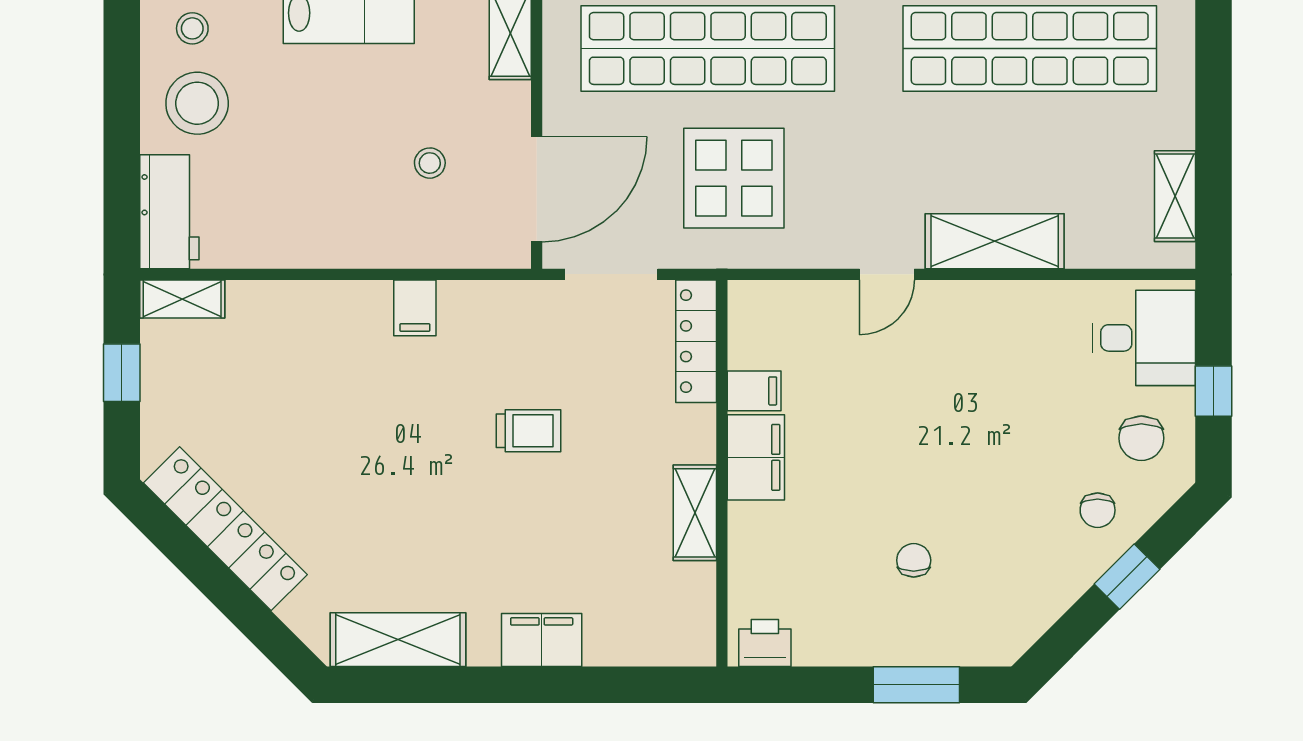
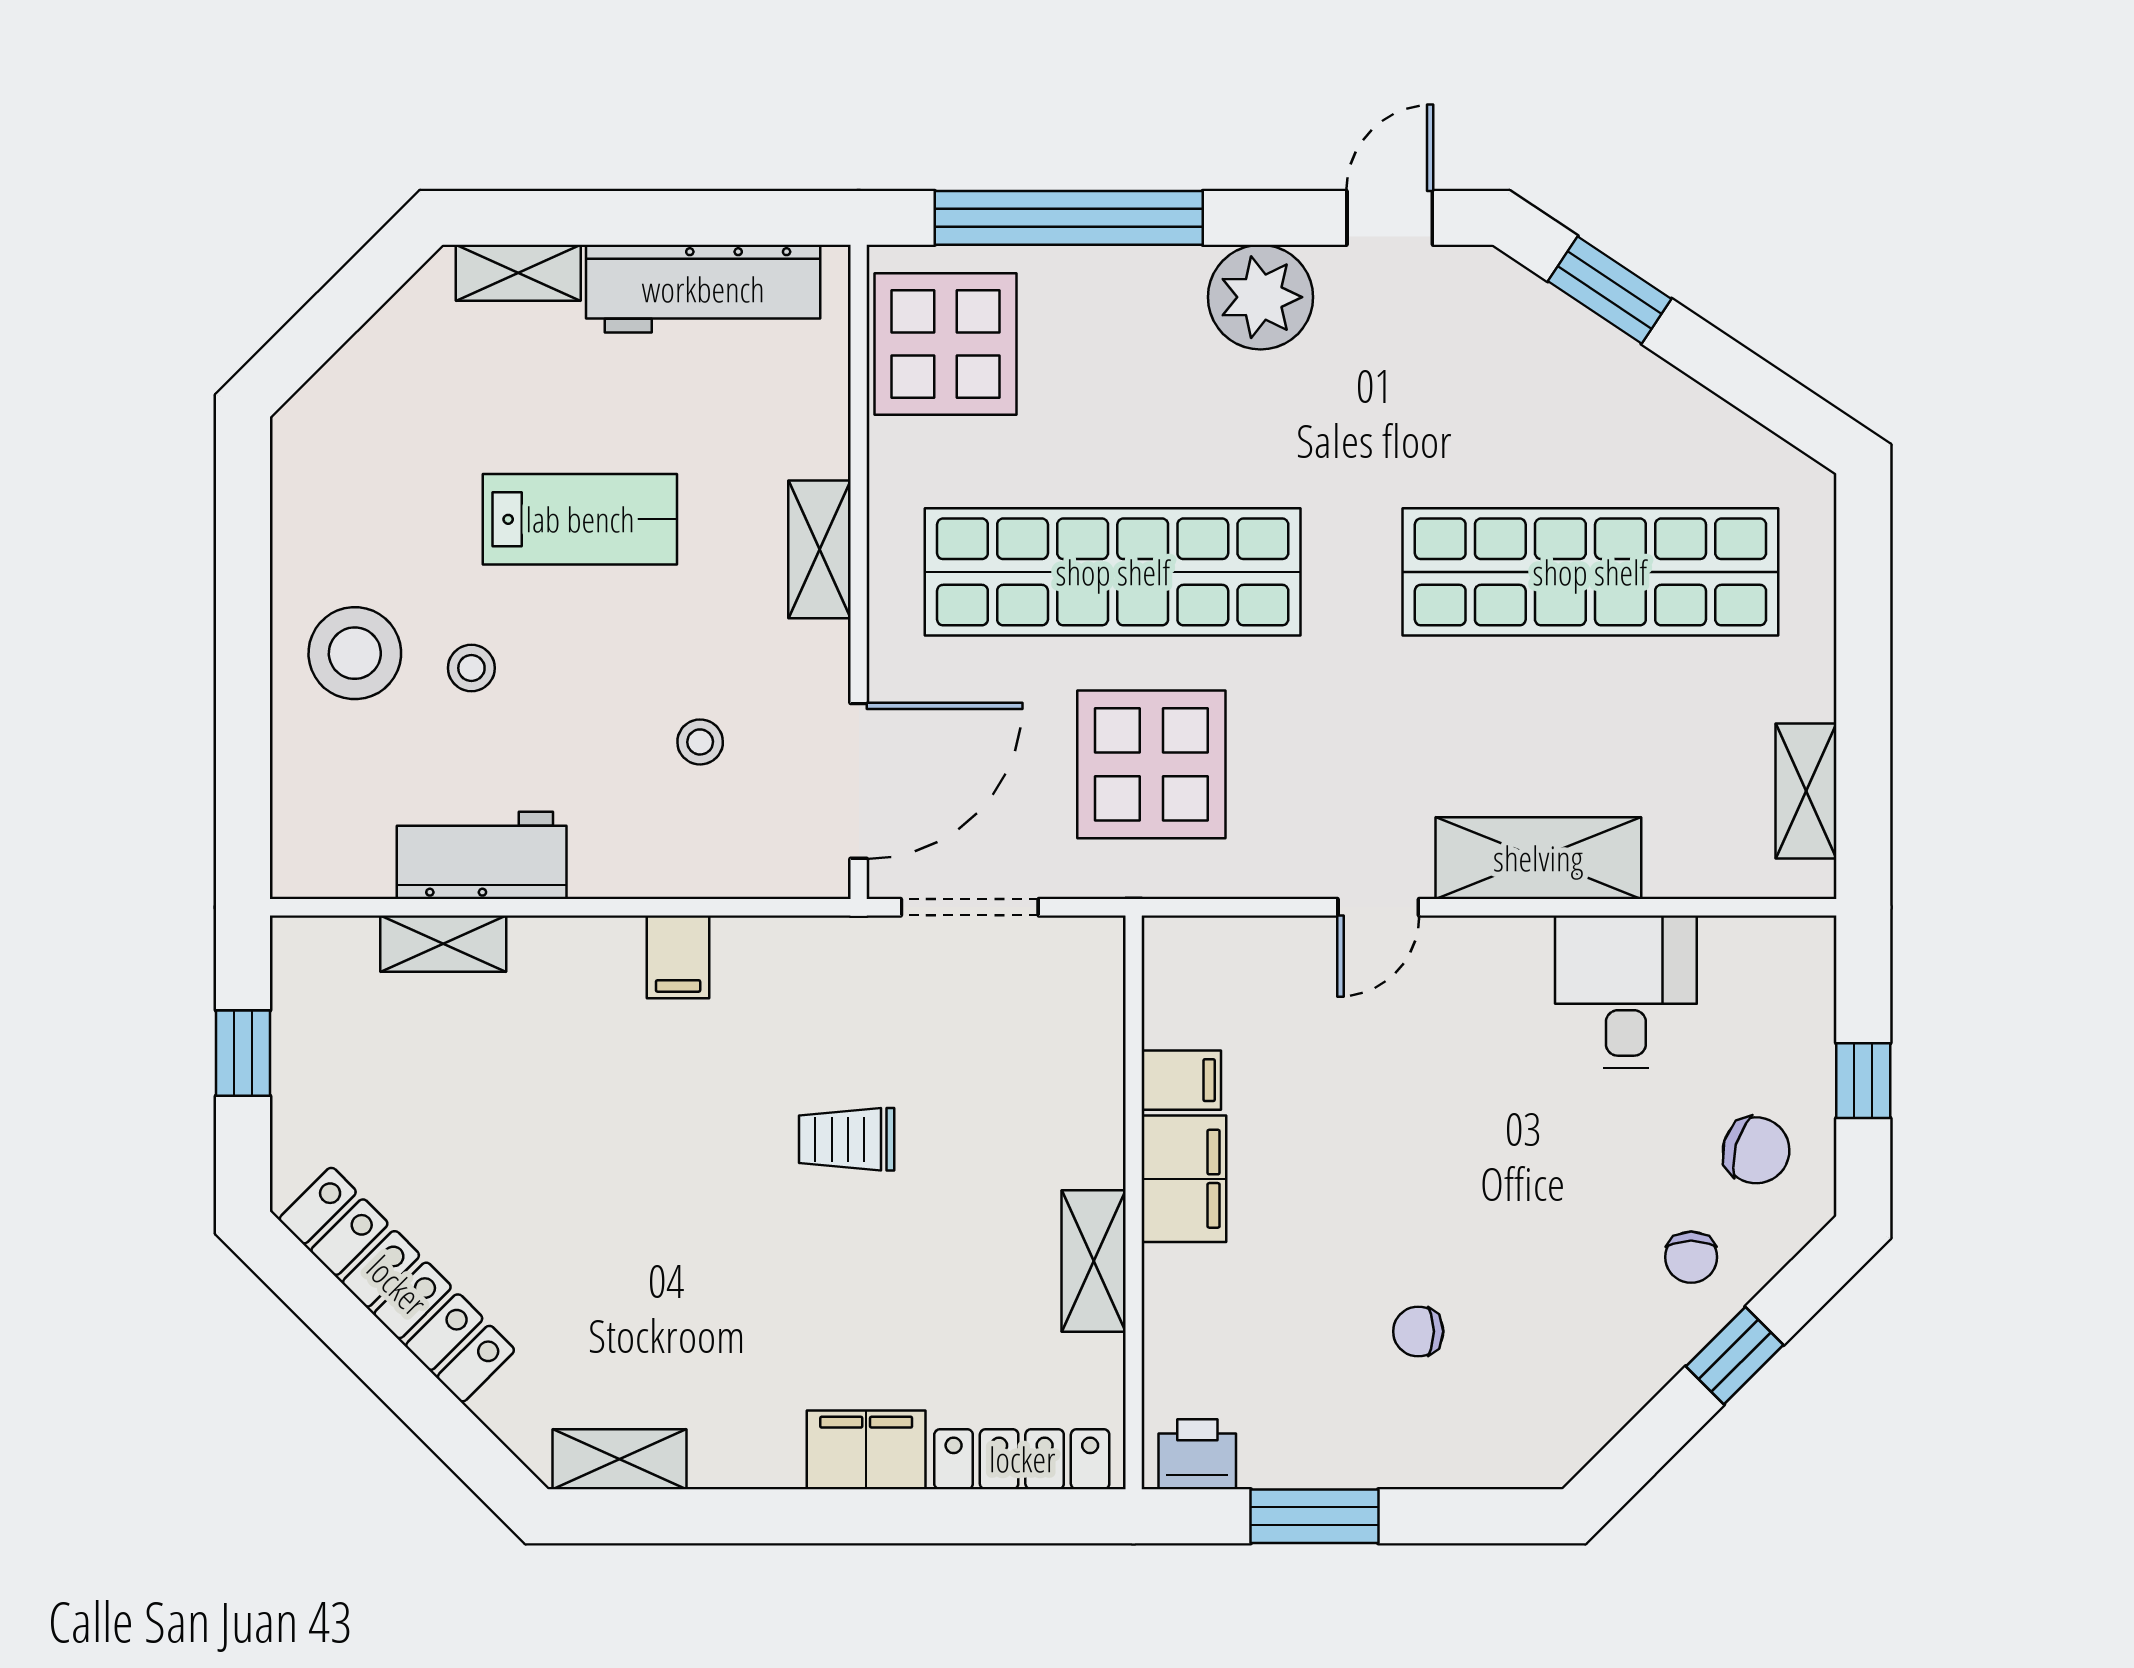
stool: (192, 28) -> (471, 668), moved
workbench: (169, 212) -> (482, 855), moved, turned -90
shelving: (182, 299) -> (443, 944), moved
desk: (1144, 338) -> (1626, 992), moved, turned -90
locker: (696, 341) -> (1022, 1459), moved, turned 90
trolley: (528, 431) -> (847, 1139), turned 180
chair: (1141, 438) -> (1756, 1150), turned -74
chair: (914, 560) -> (1418, 1331), turned -90
shelving: (398, 640) -> (619, 1459), width x0.67, depth x0.75
window: (916, 685) -> (1314, 1516), moved

